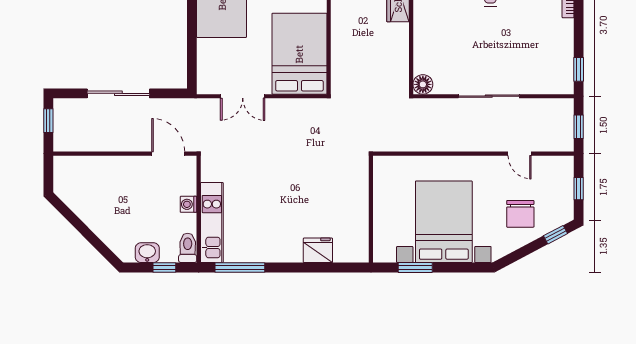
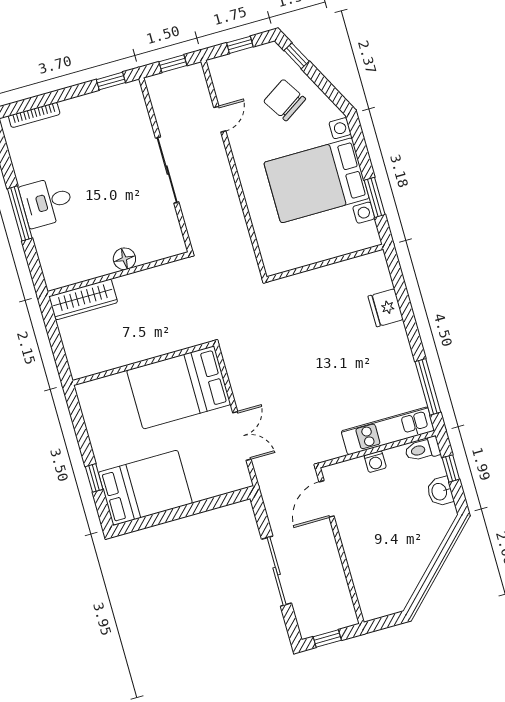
floor lamp: (423, 84) -> (124, 259), moved
chair: (520, 214) -> (285, 100), turned -123

